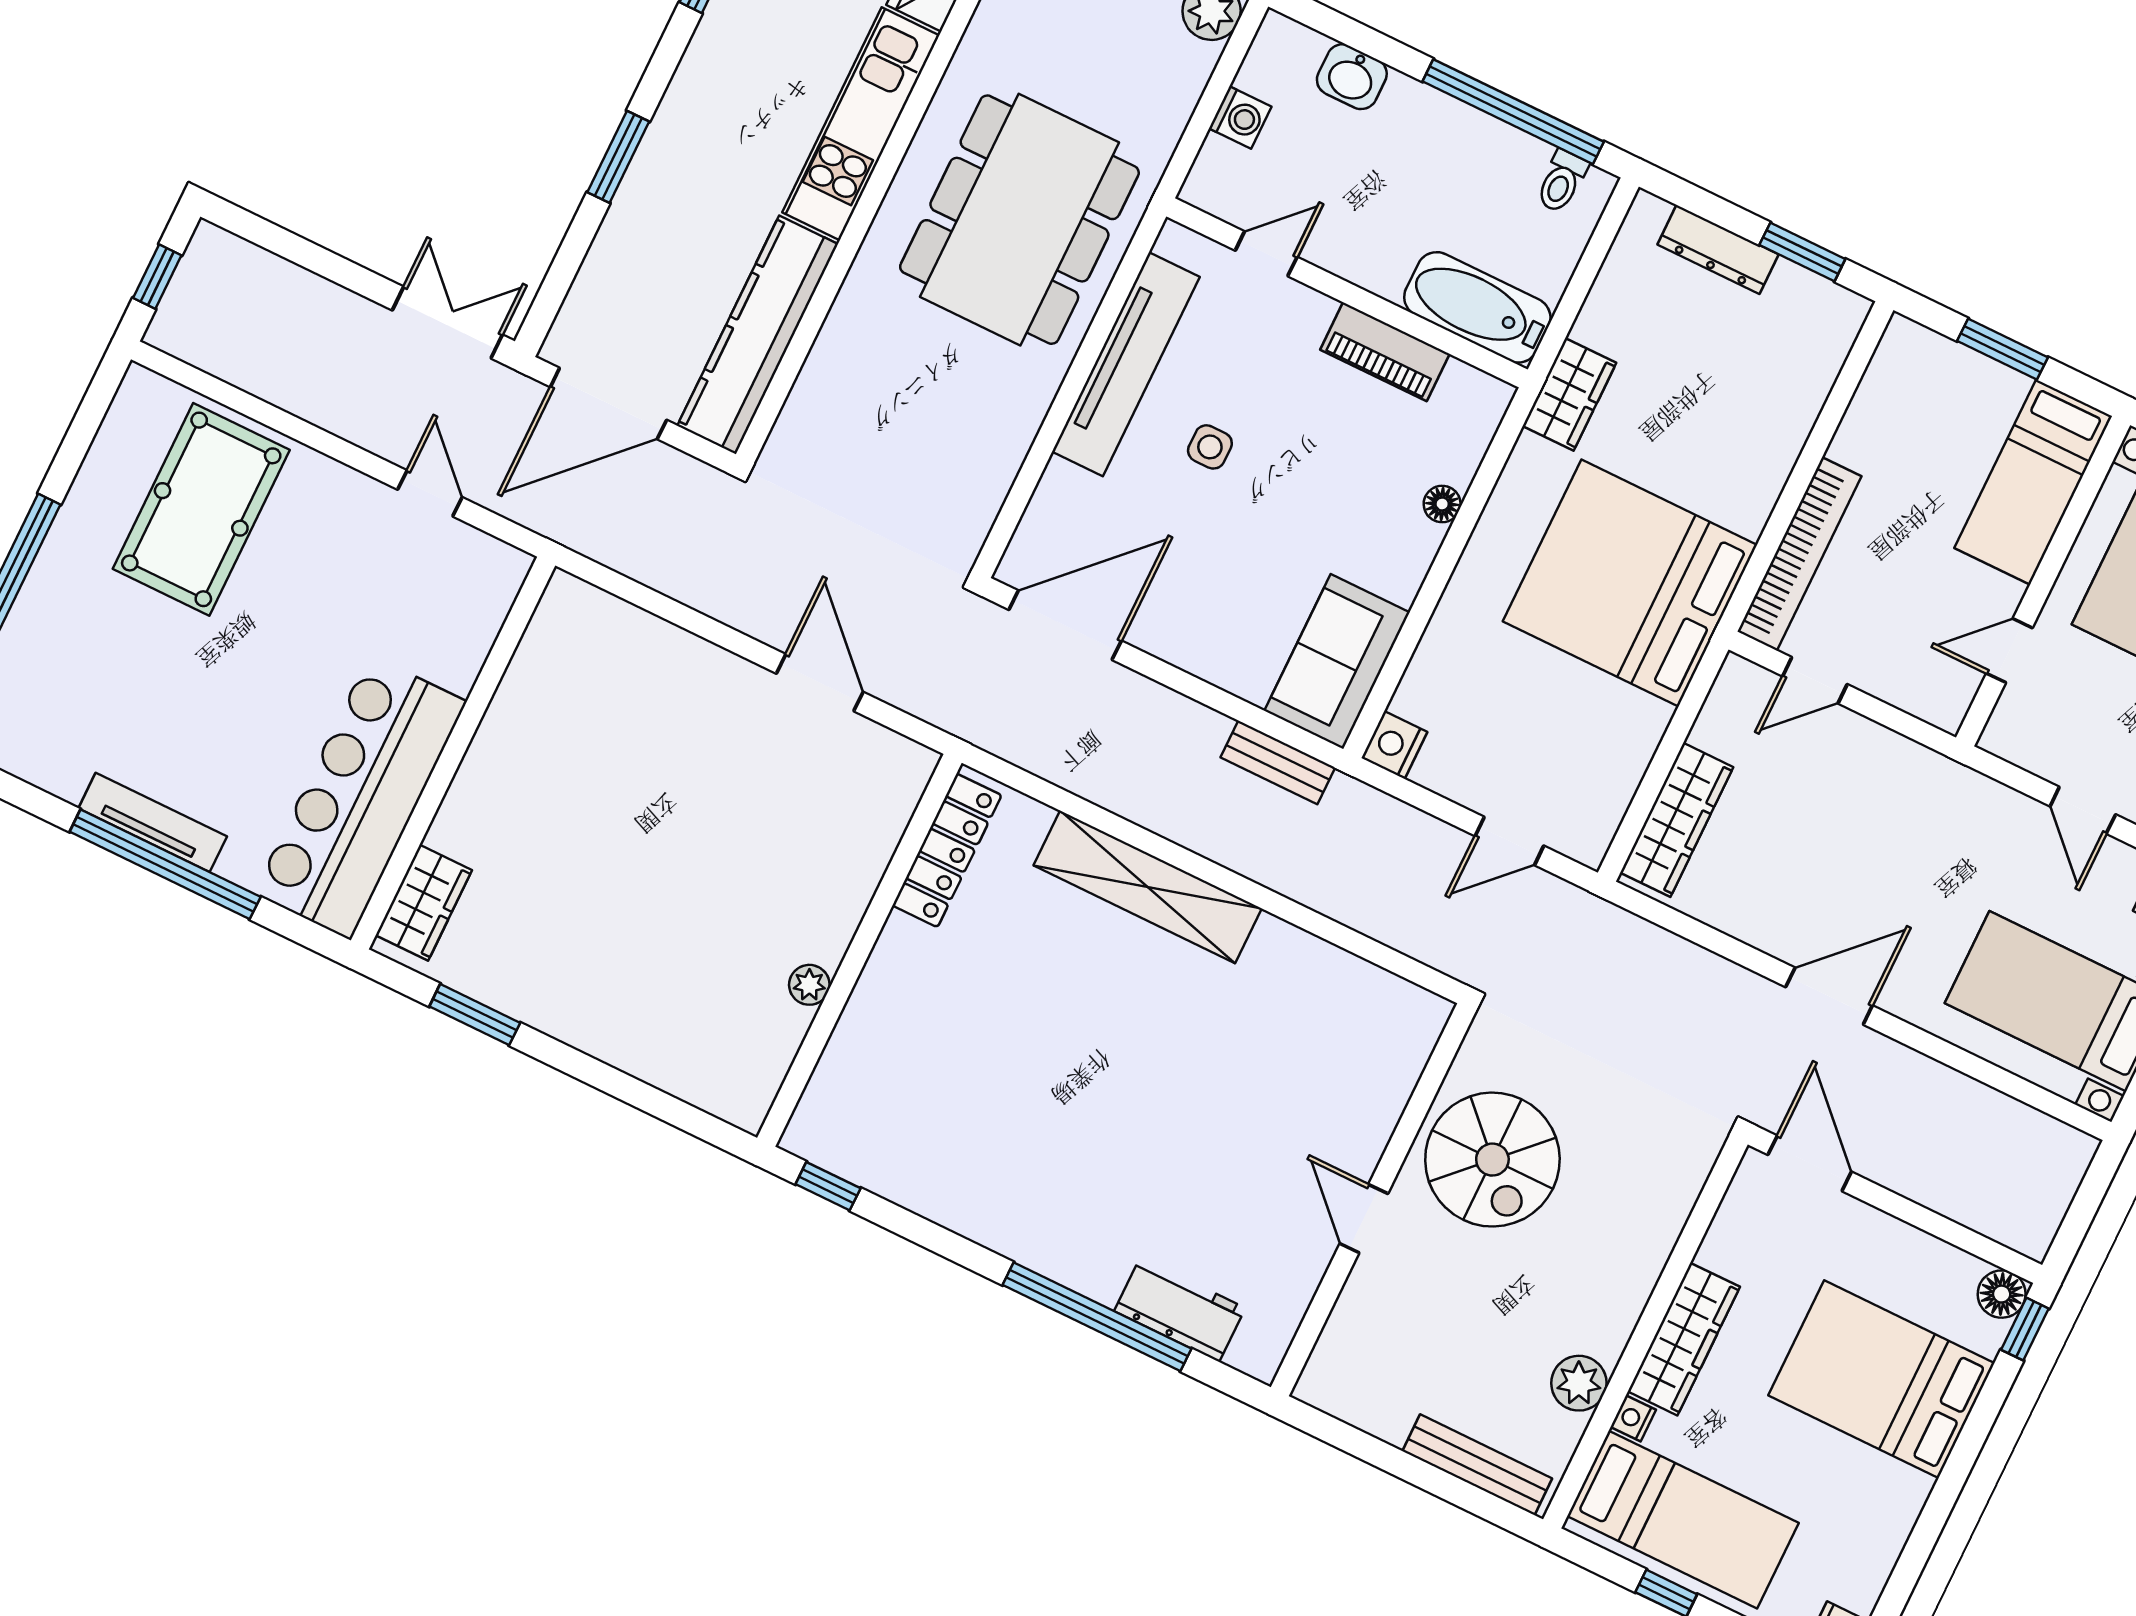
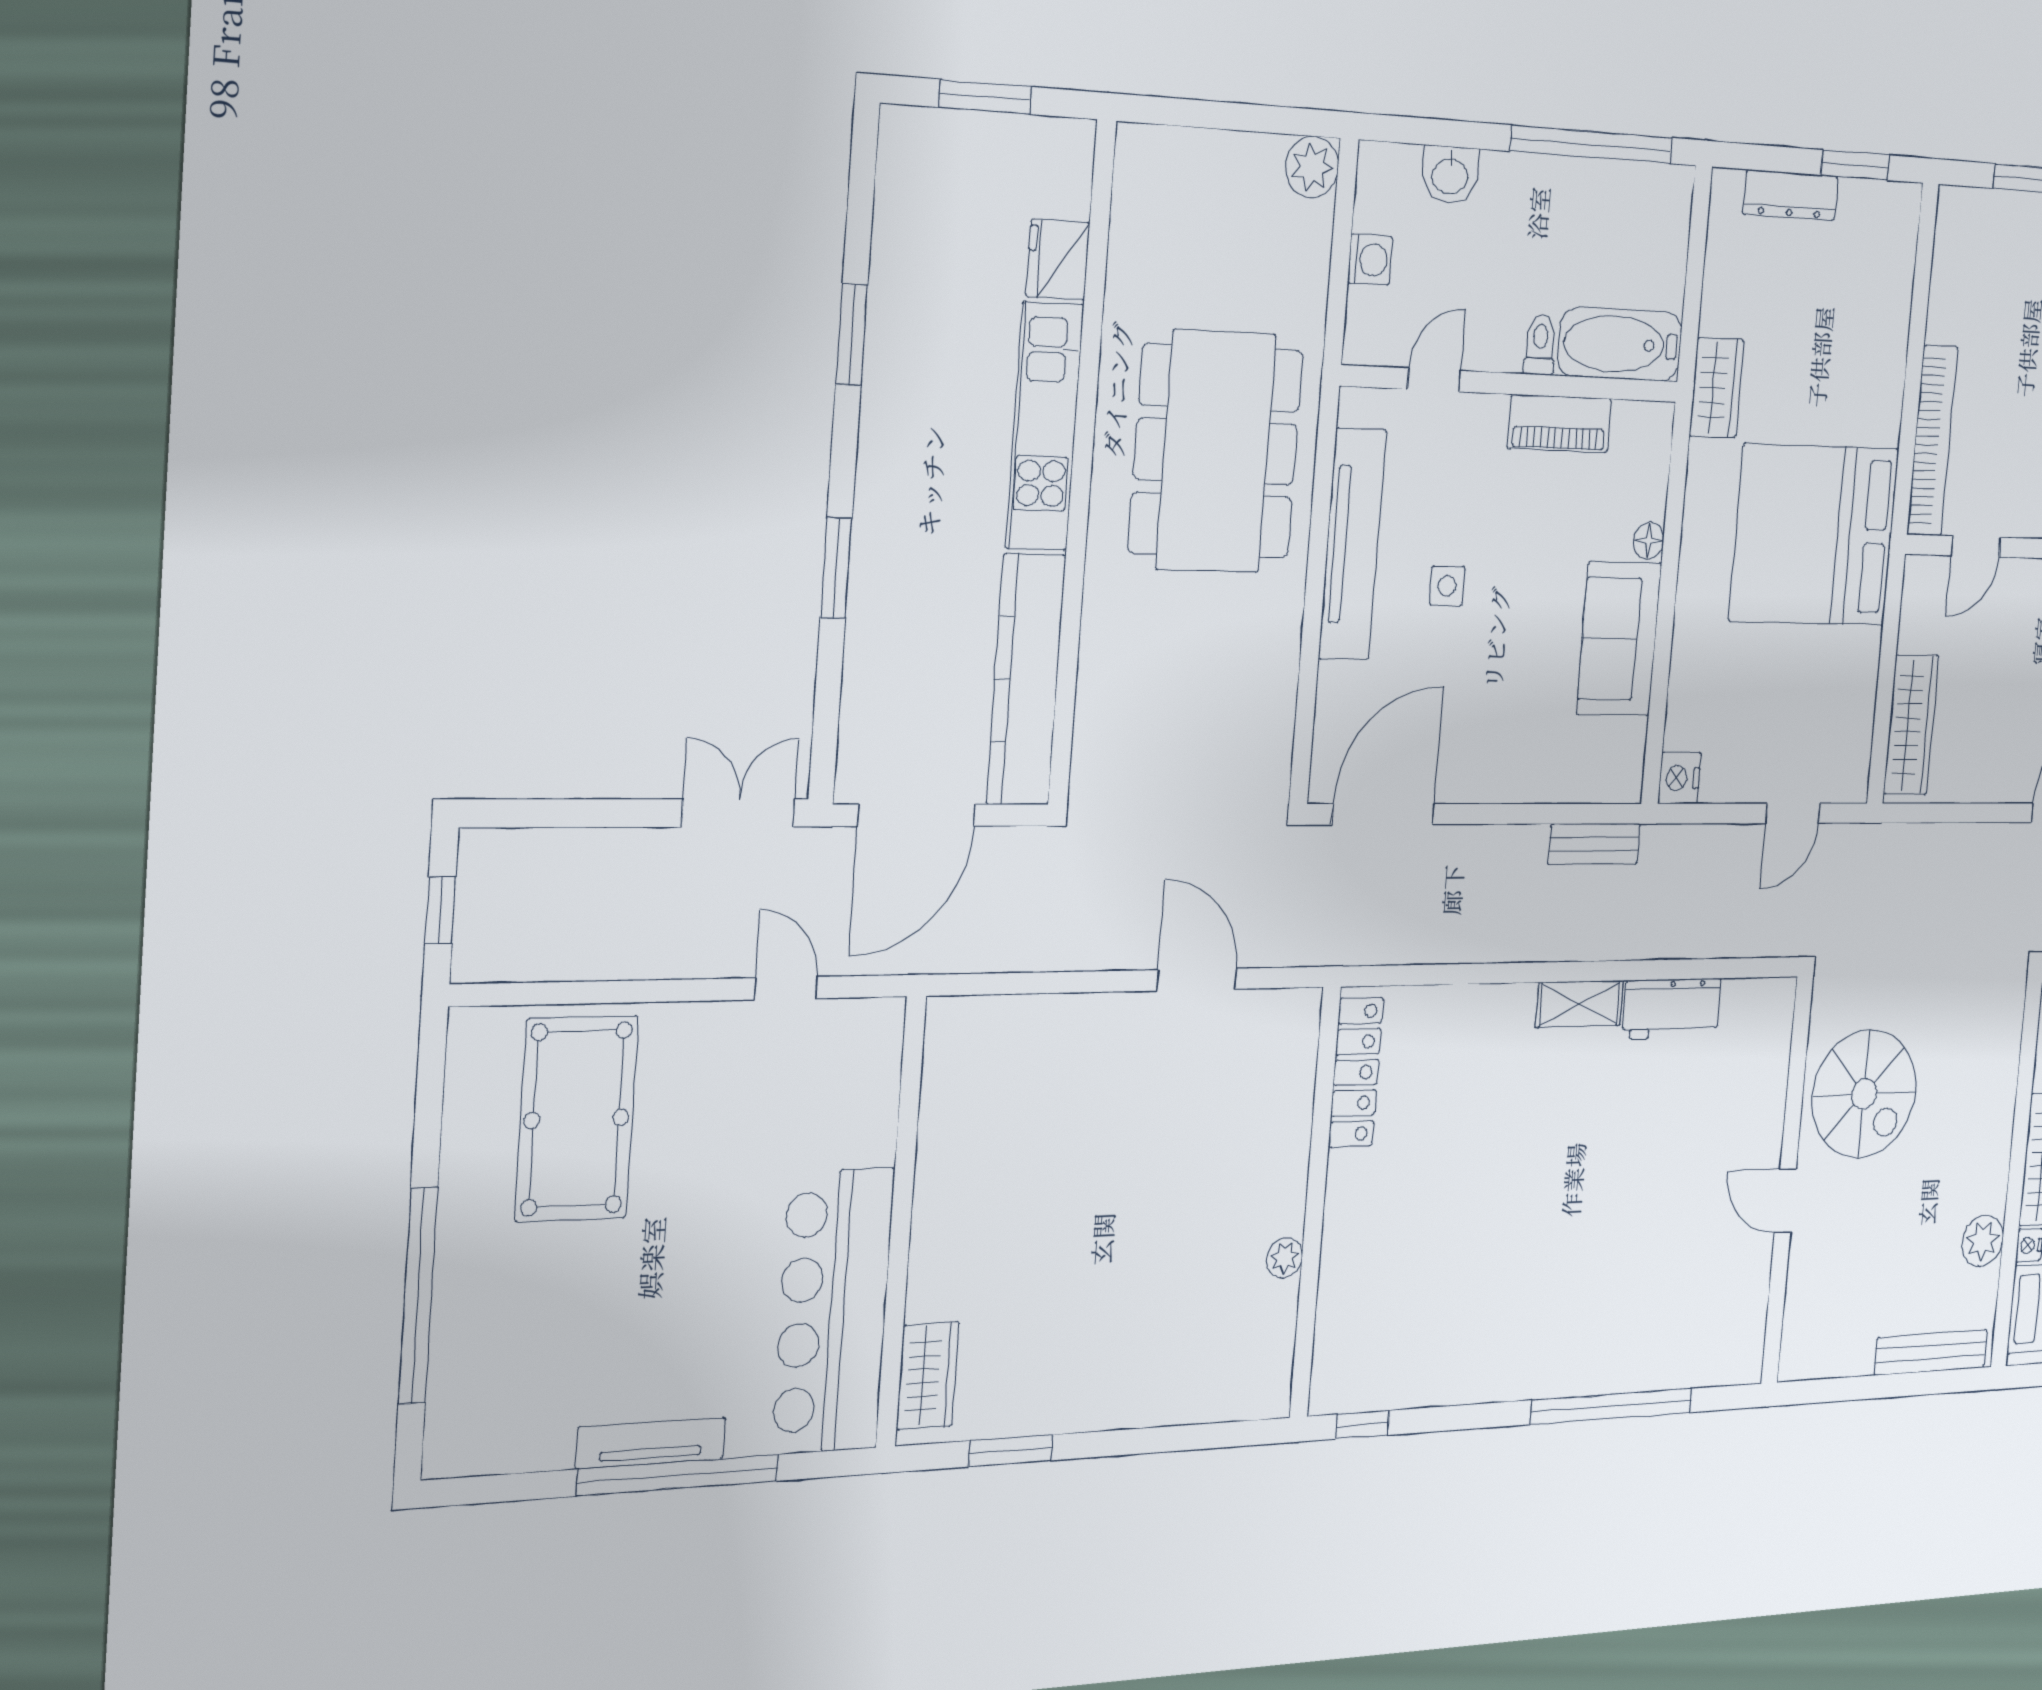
toilet: (1562, 181) -> (1540, 345), moved, turned 180
sofa: (1337, 662) -> (1619, 639), moved
shelving: (1148, 887) -> (1579, 1004), width x0.45, depth x0.75
workbench: (1180, 1310) -> (1672, 1009), moved, turned 180

